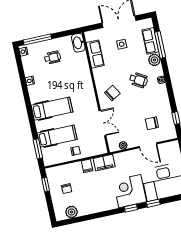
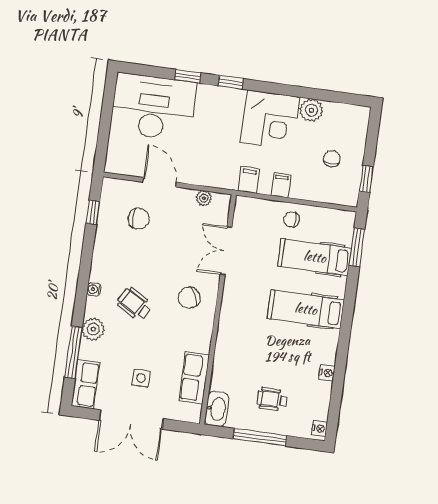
window: (37, 39) -> (260, 437), moved
row of seats: (150, 41) -> (85, 384), moved
filing cabinet: (104, 163) -> (249, 180), width x0.50
corner desk: (130, 191) -> (270, 120), moved
plant: (71, 212) -> (311, 110), moved

